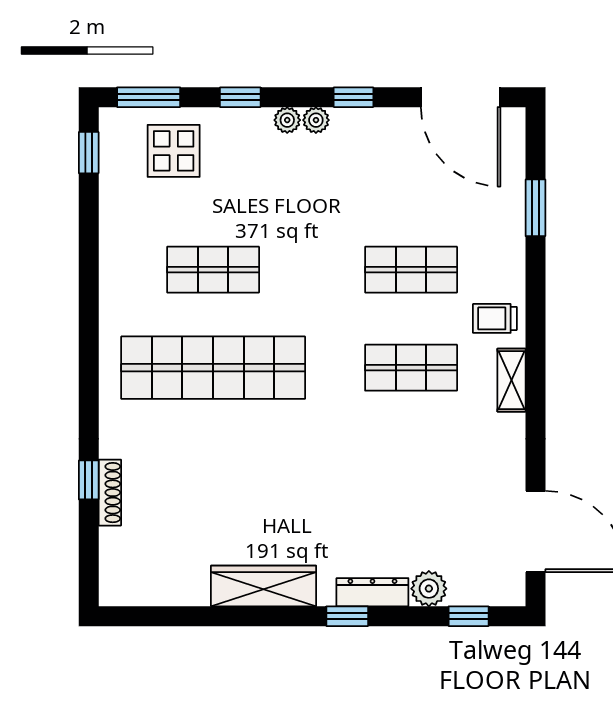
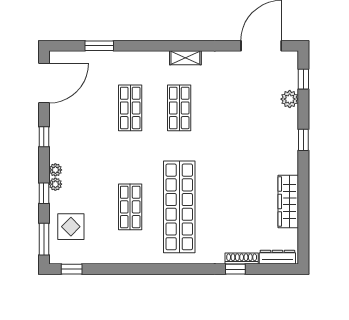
plant: (316, 120) -> (55, 184), moved
trolley: (495, 318) -> (155, 66), removed
wardrobe: (264, 586) -> (288, 201), moved
dresser: (372, 592) -> (277, 257), moved, turned 90

